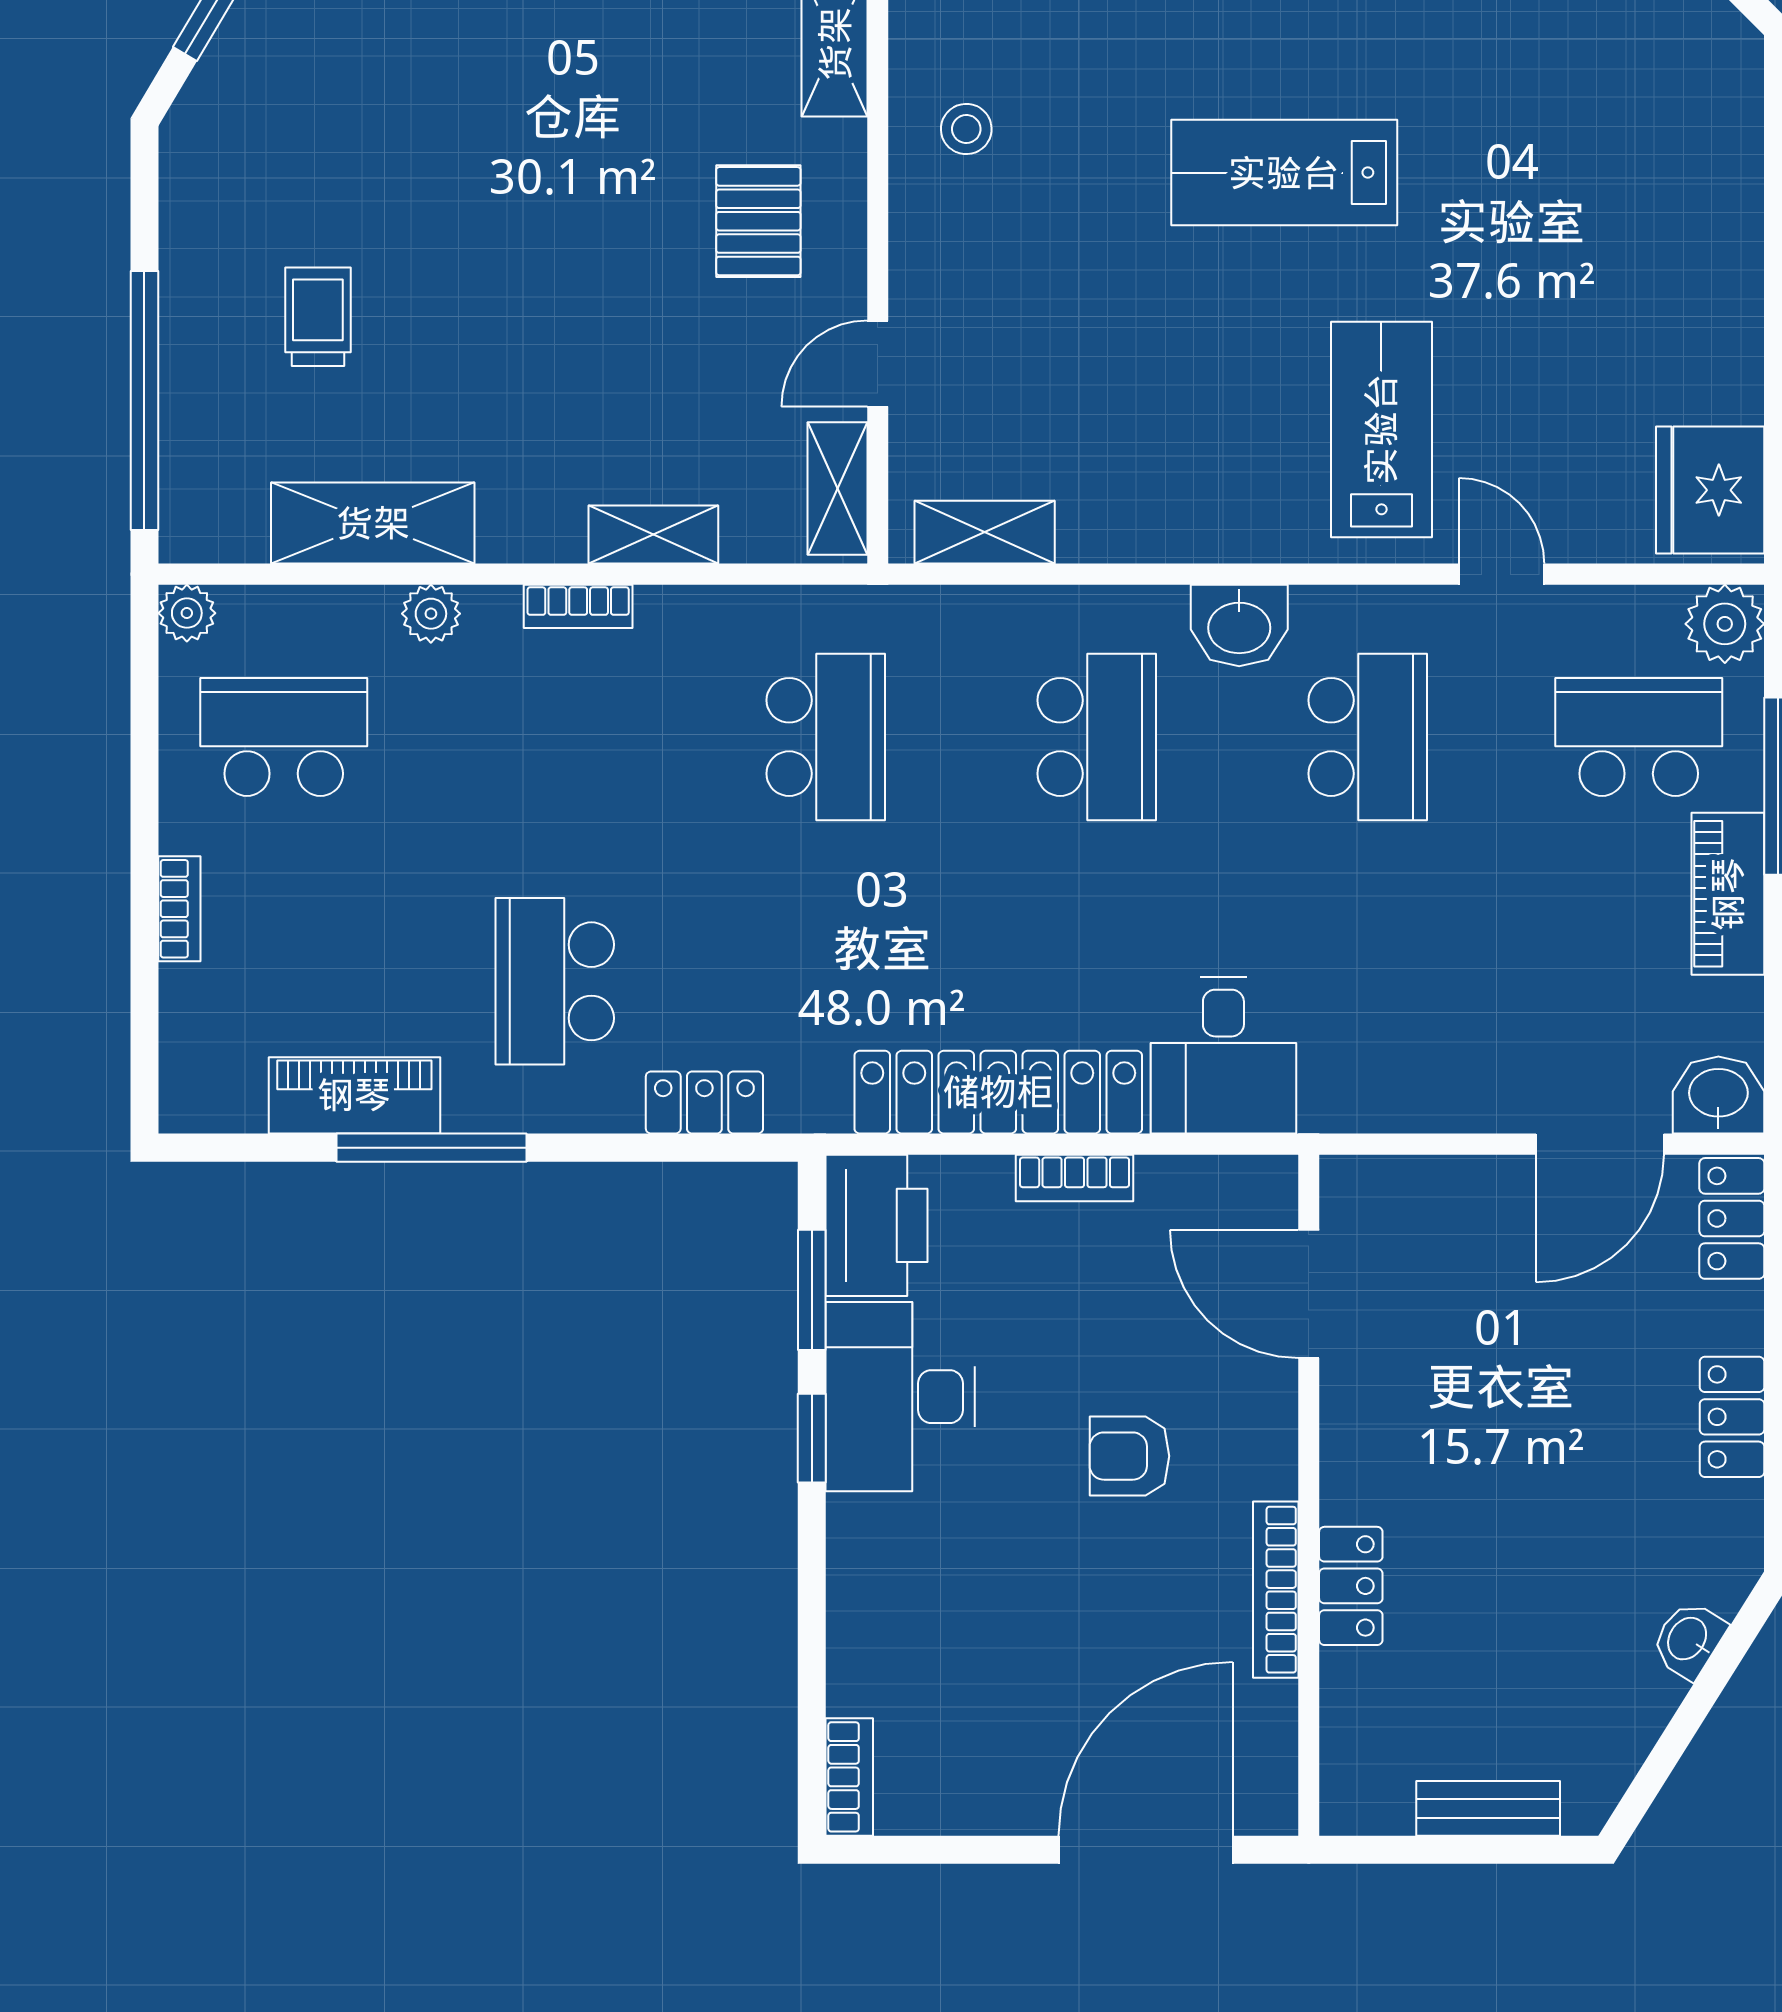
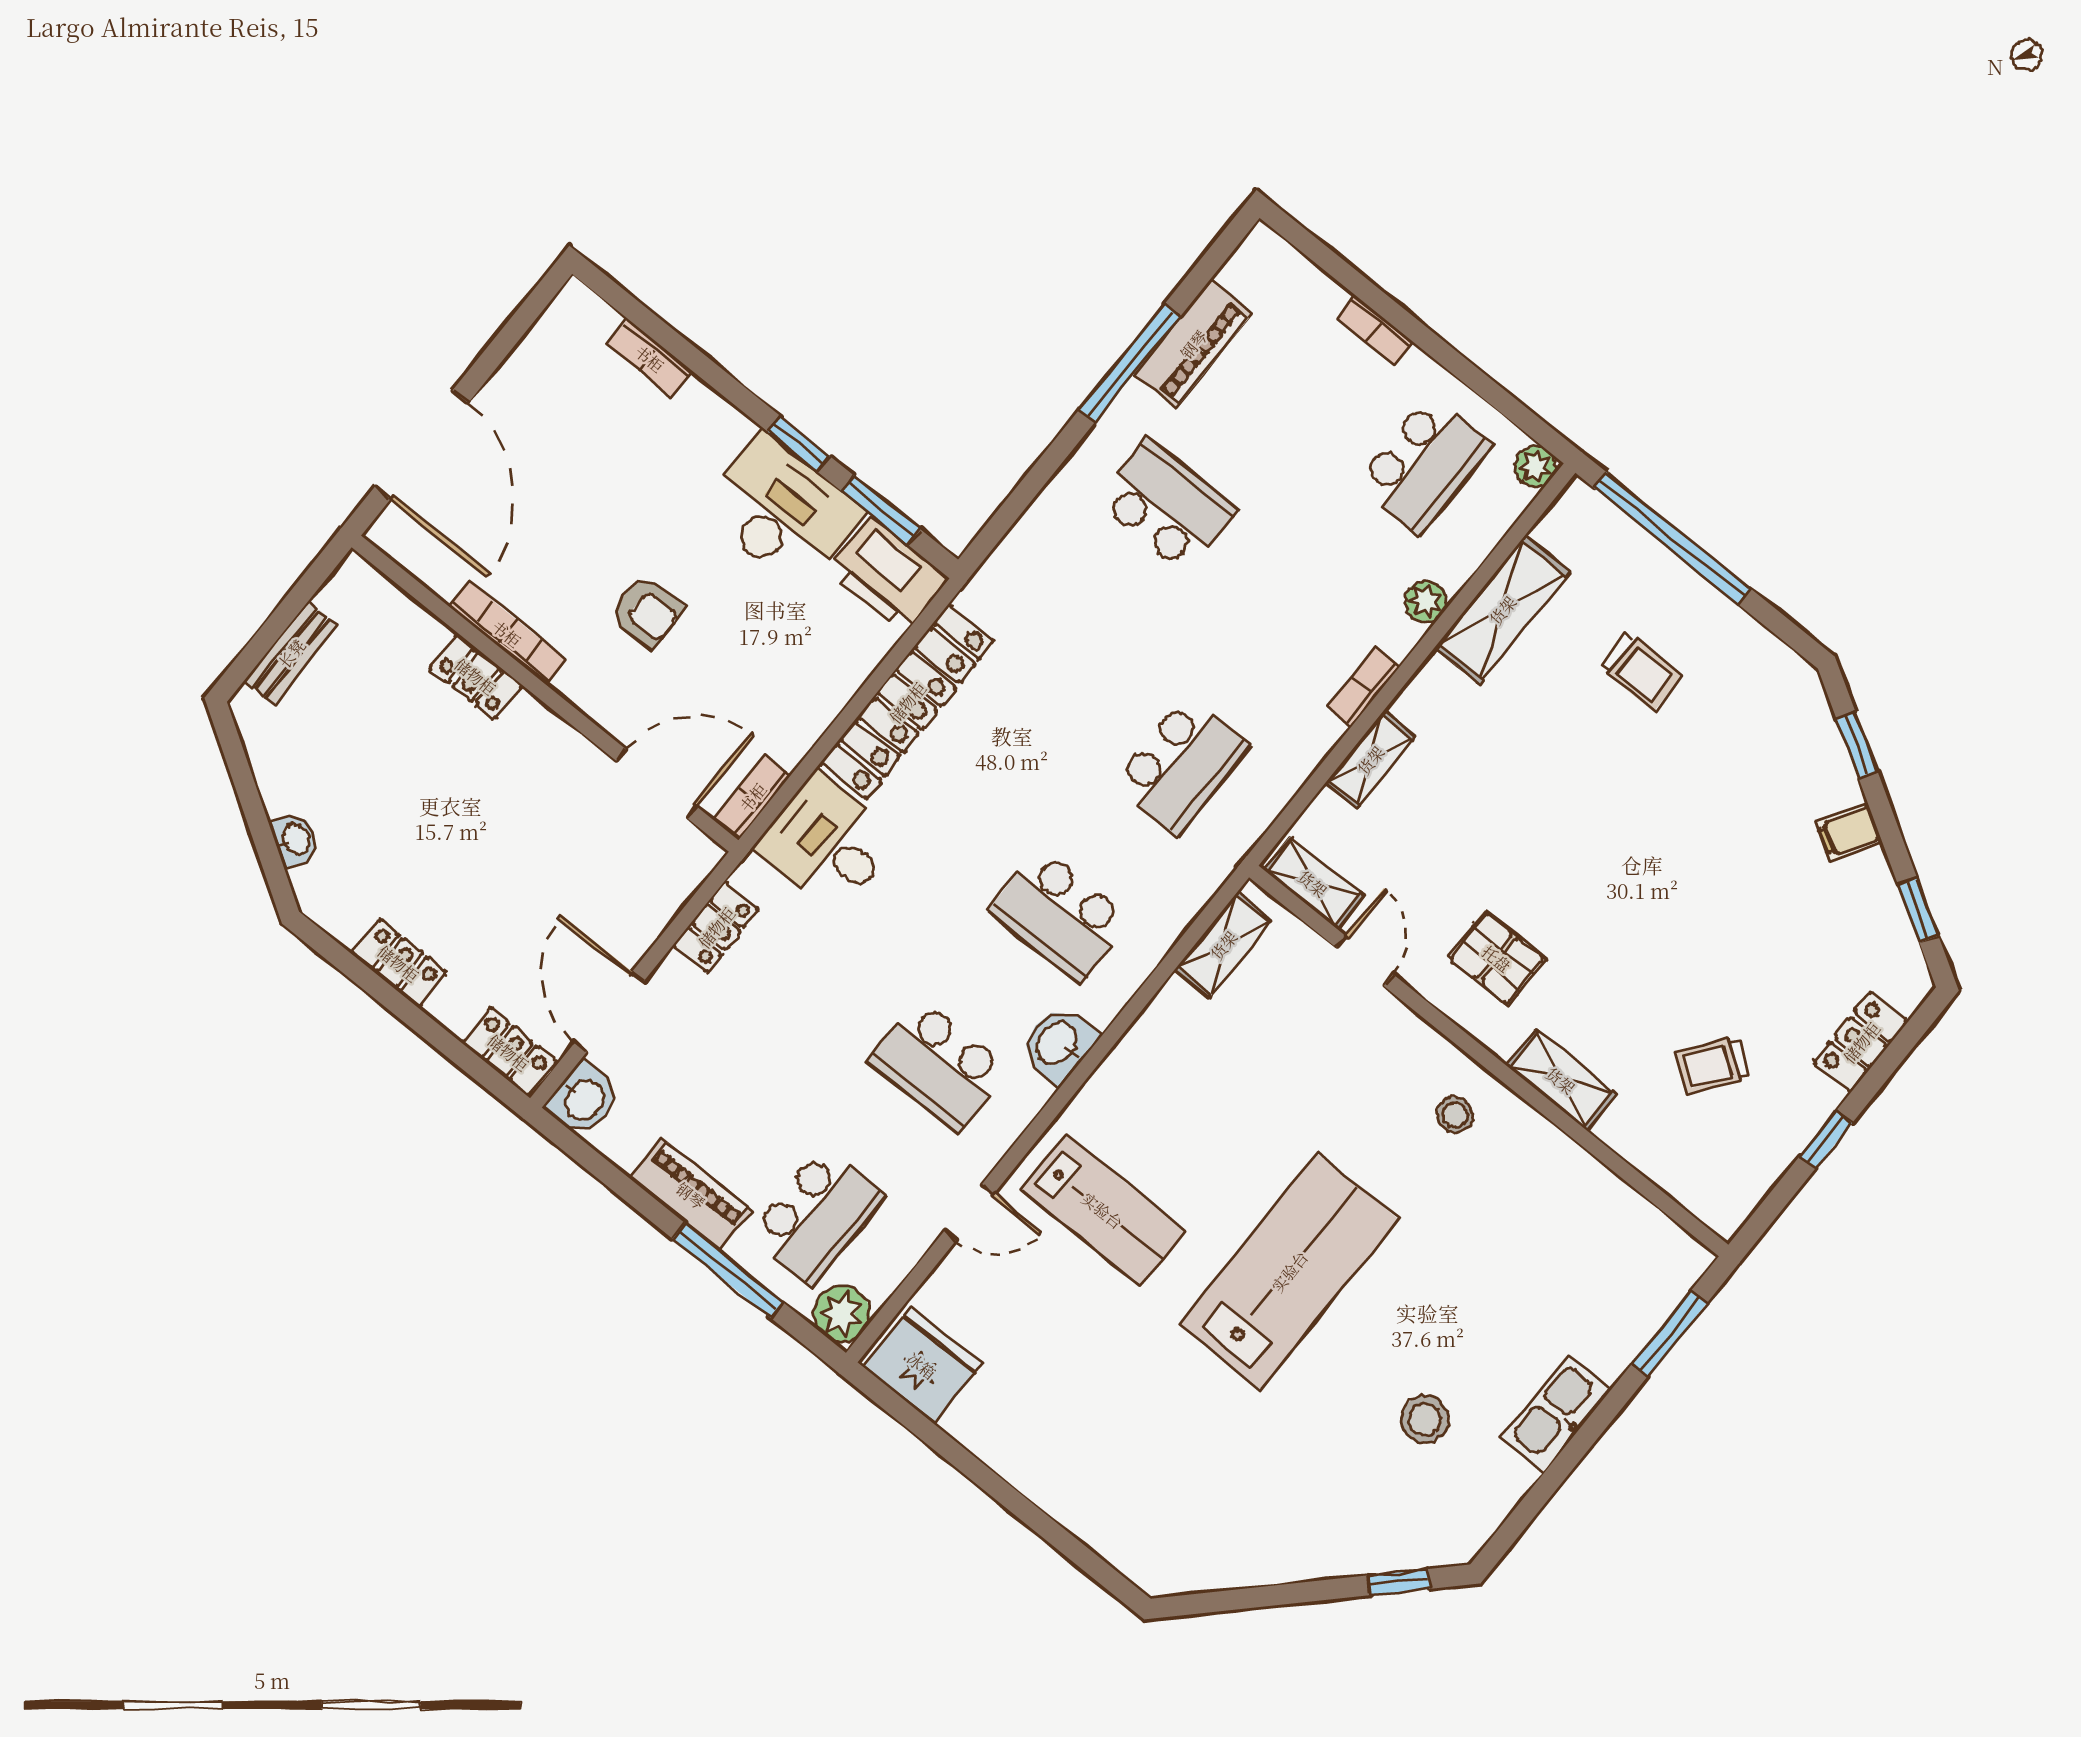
lab bench: (1284, 173) -> (1289, 1271), width x1.36, depth x1.39
school desk: (826, 737) -> (1181, 765), turned -90
locker: (704, 1103) -> (716, 927), moved
bookcase: (1075, 1178) -> (752, 797), moved
armchair: (1129, 1456) -> (647, 612), turned 90
bookcase: (849, 1777) -> (650, 358), moved

